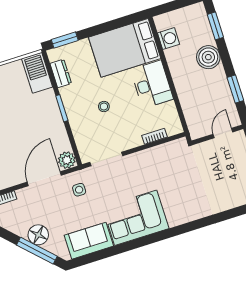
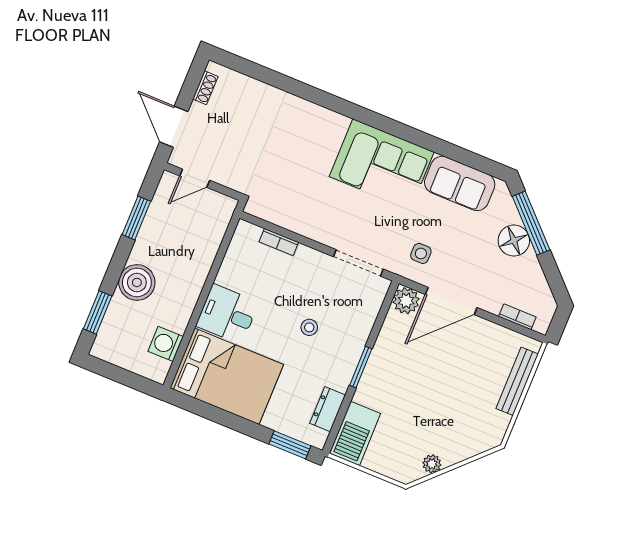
desk: (152, 84) -> (227, 314), width x0.73

